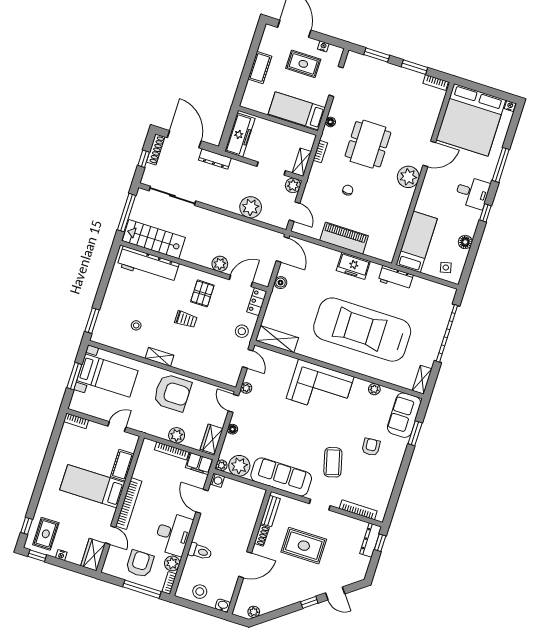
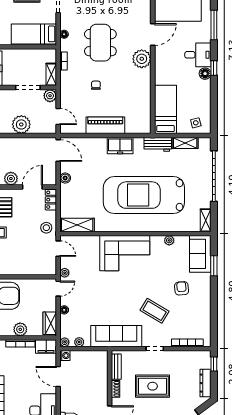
floor lamp: (465, 242) -> (205, 74), moved
shelving: (427, 286) -> (185, 143), added
door: (233, 403) -> (58, 289), swing flipped
coffee table: (333, 462) -> (155, 311), turned -44
plant: (239, 466) -> (79, 342), width x0.53, depth x0.53
dresser: (371, 540) -> (205, 383), moved

